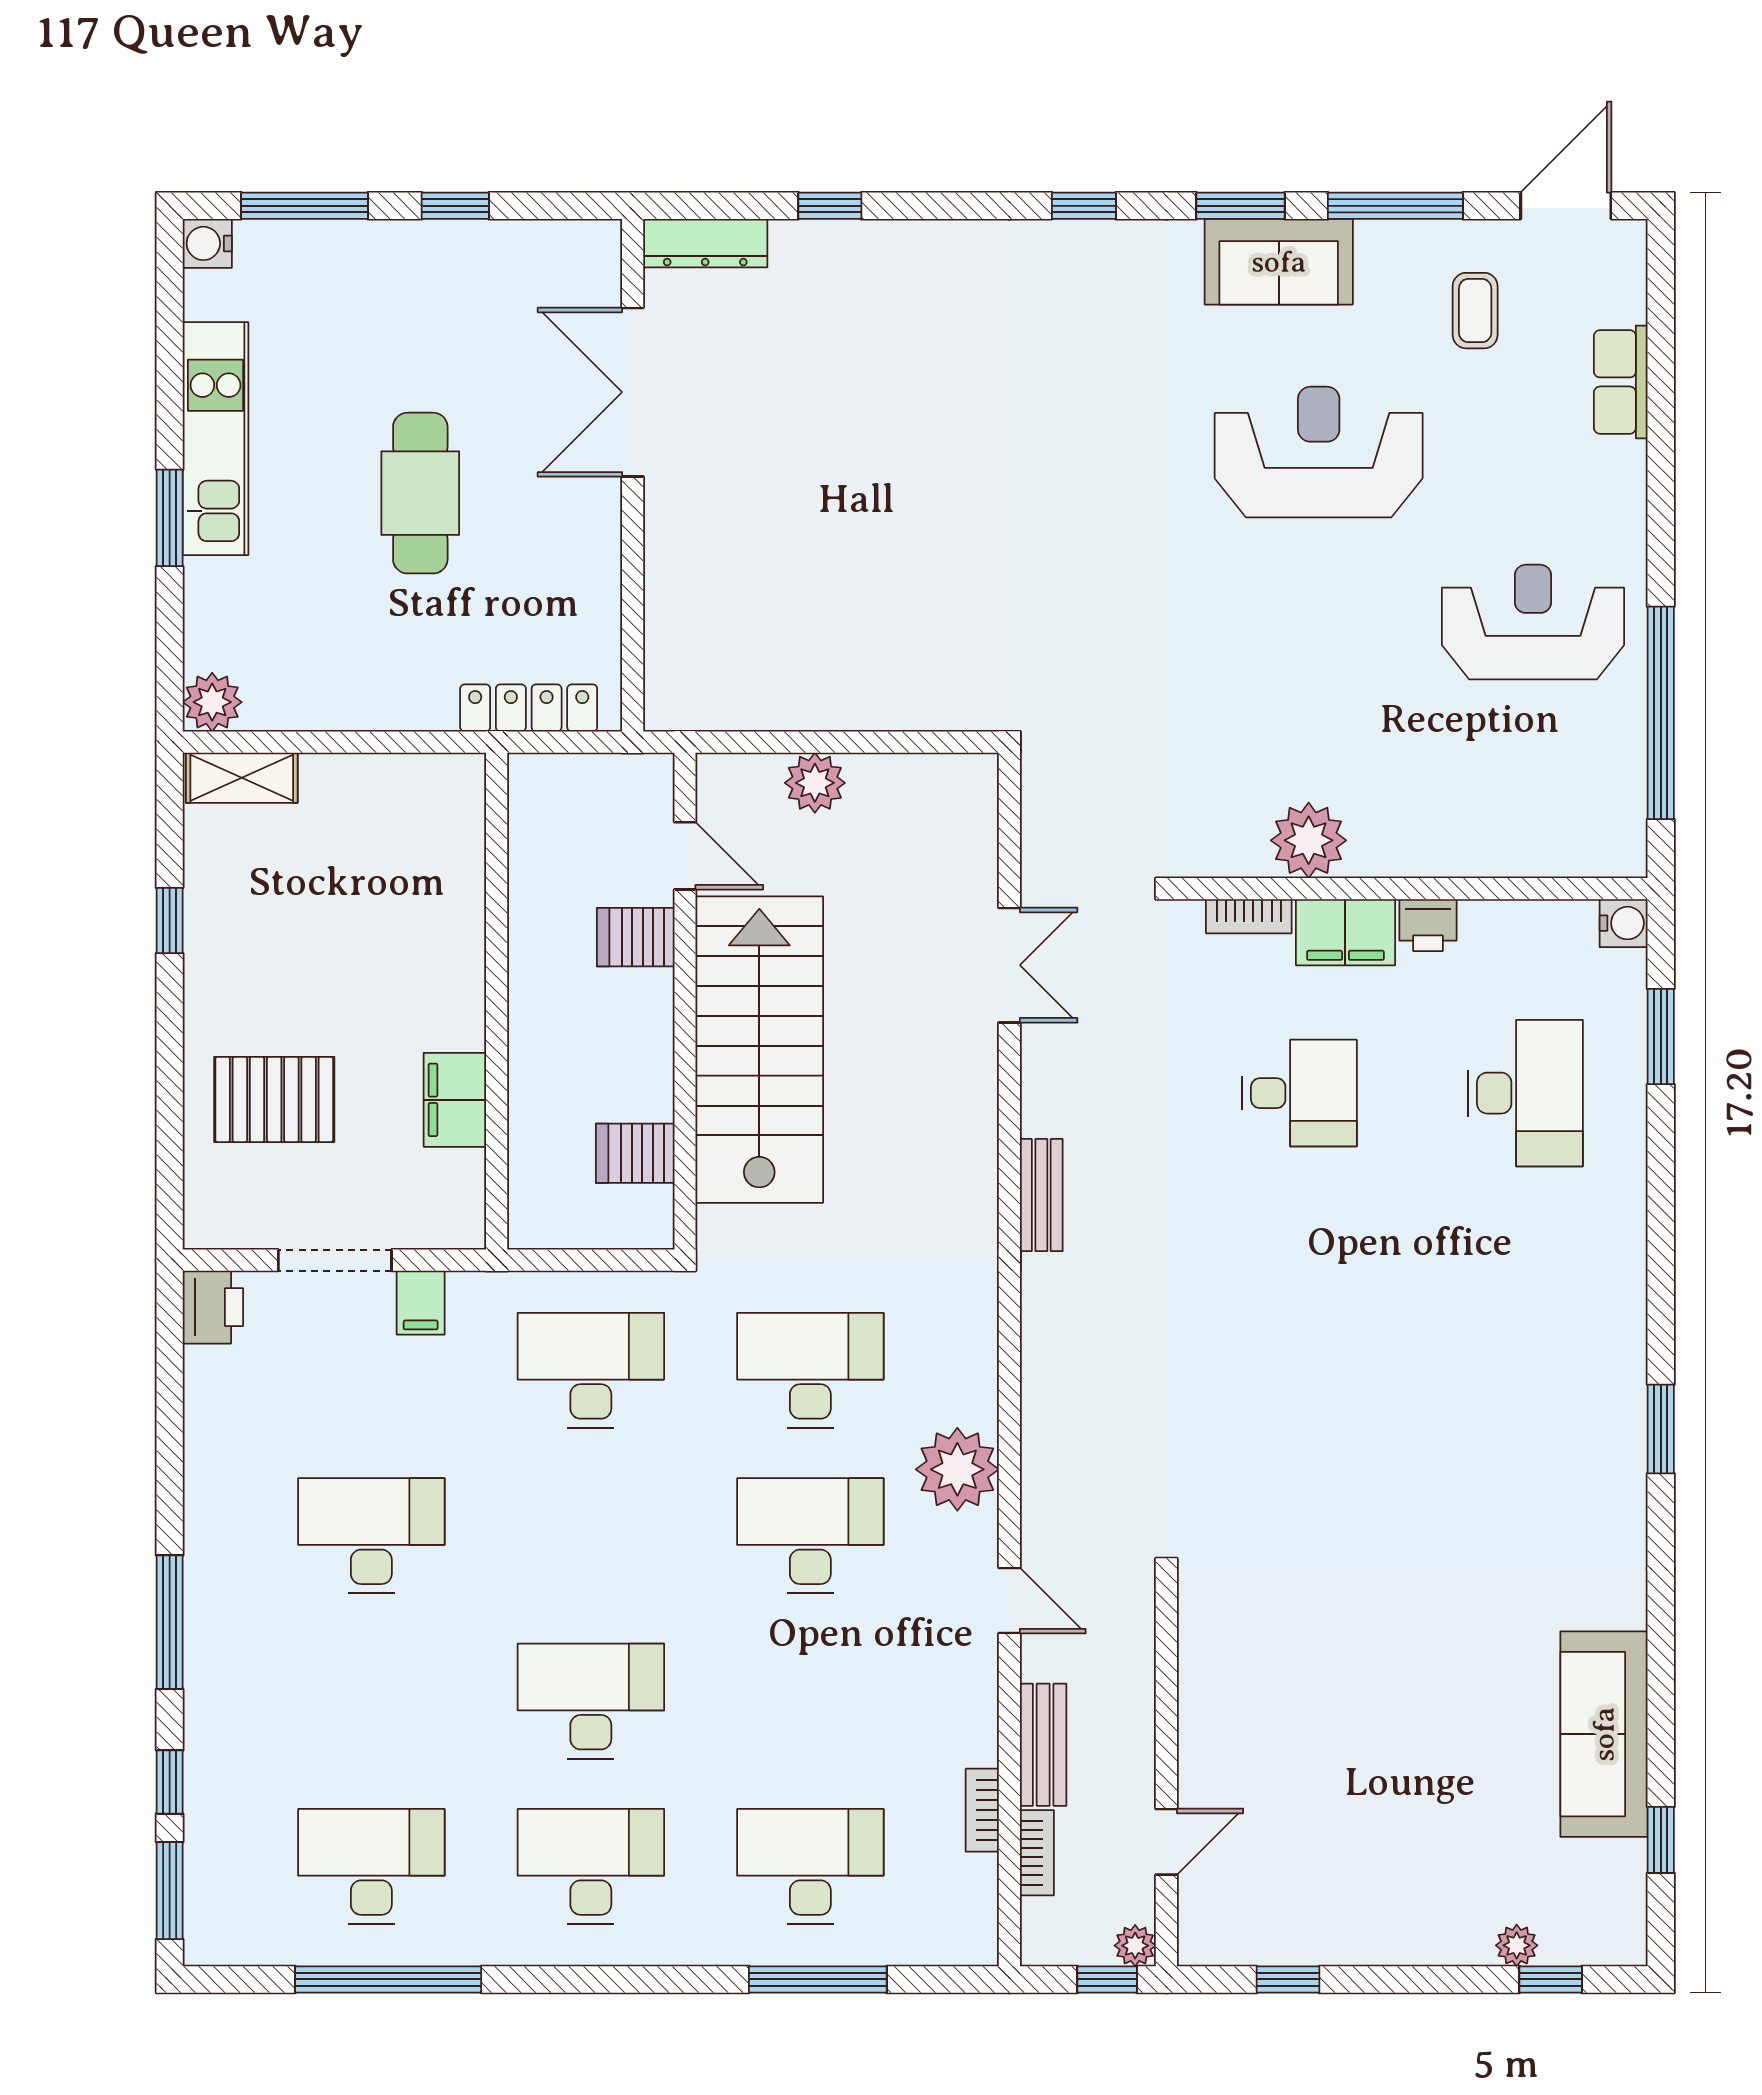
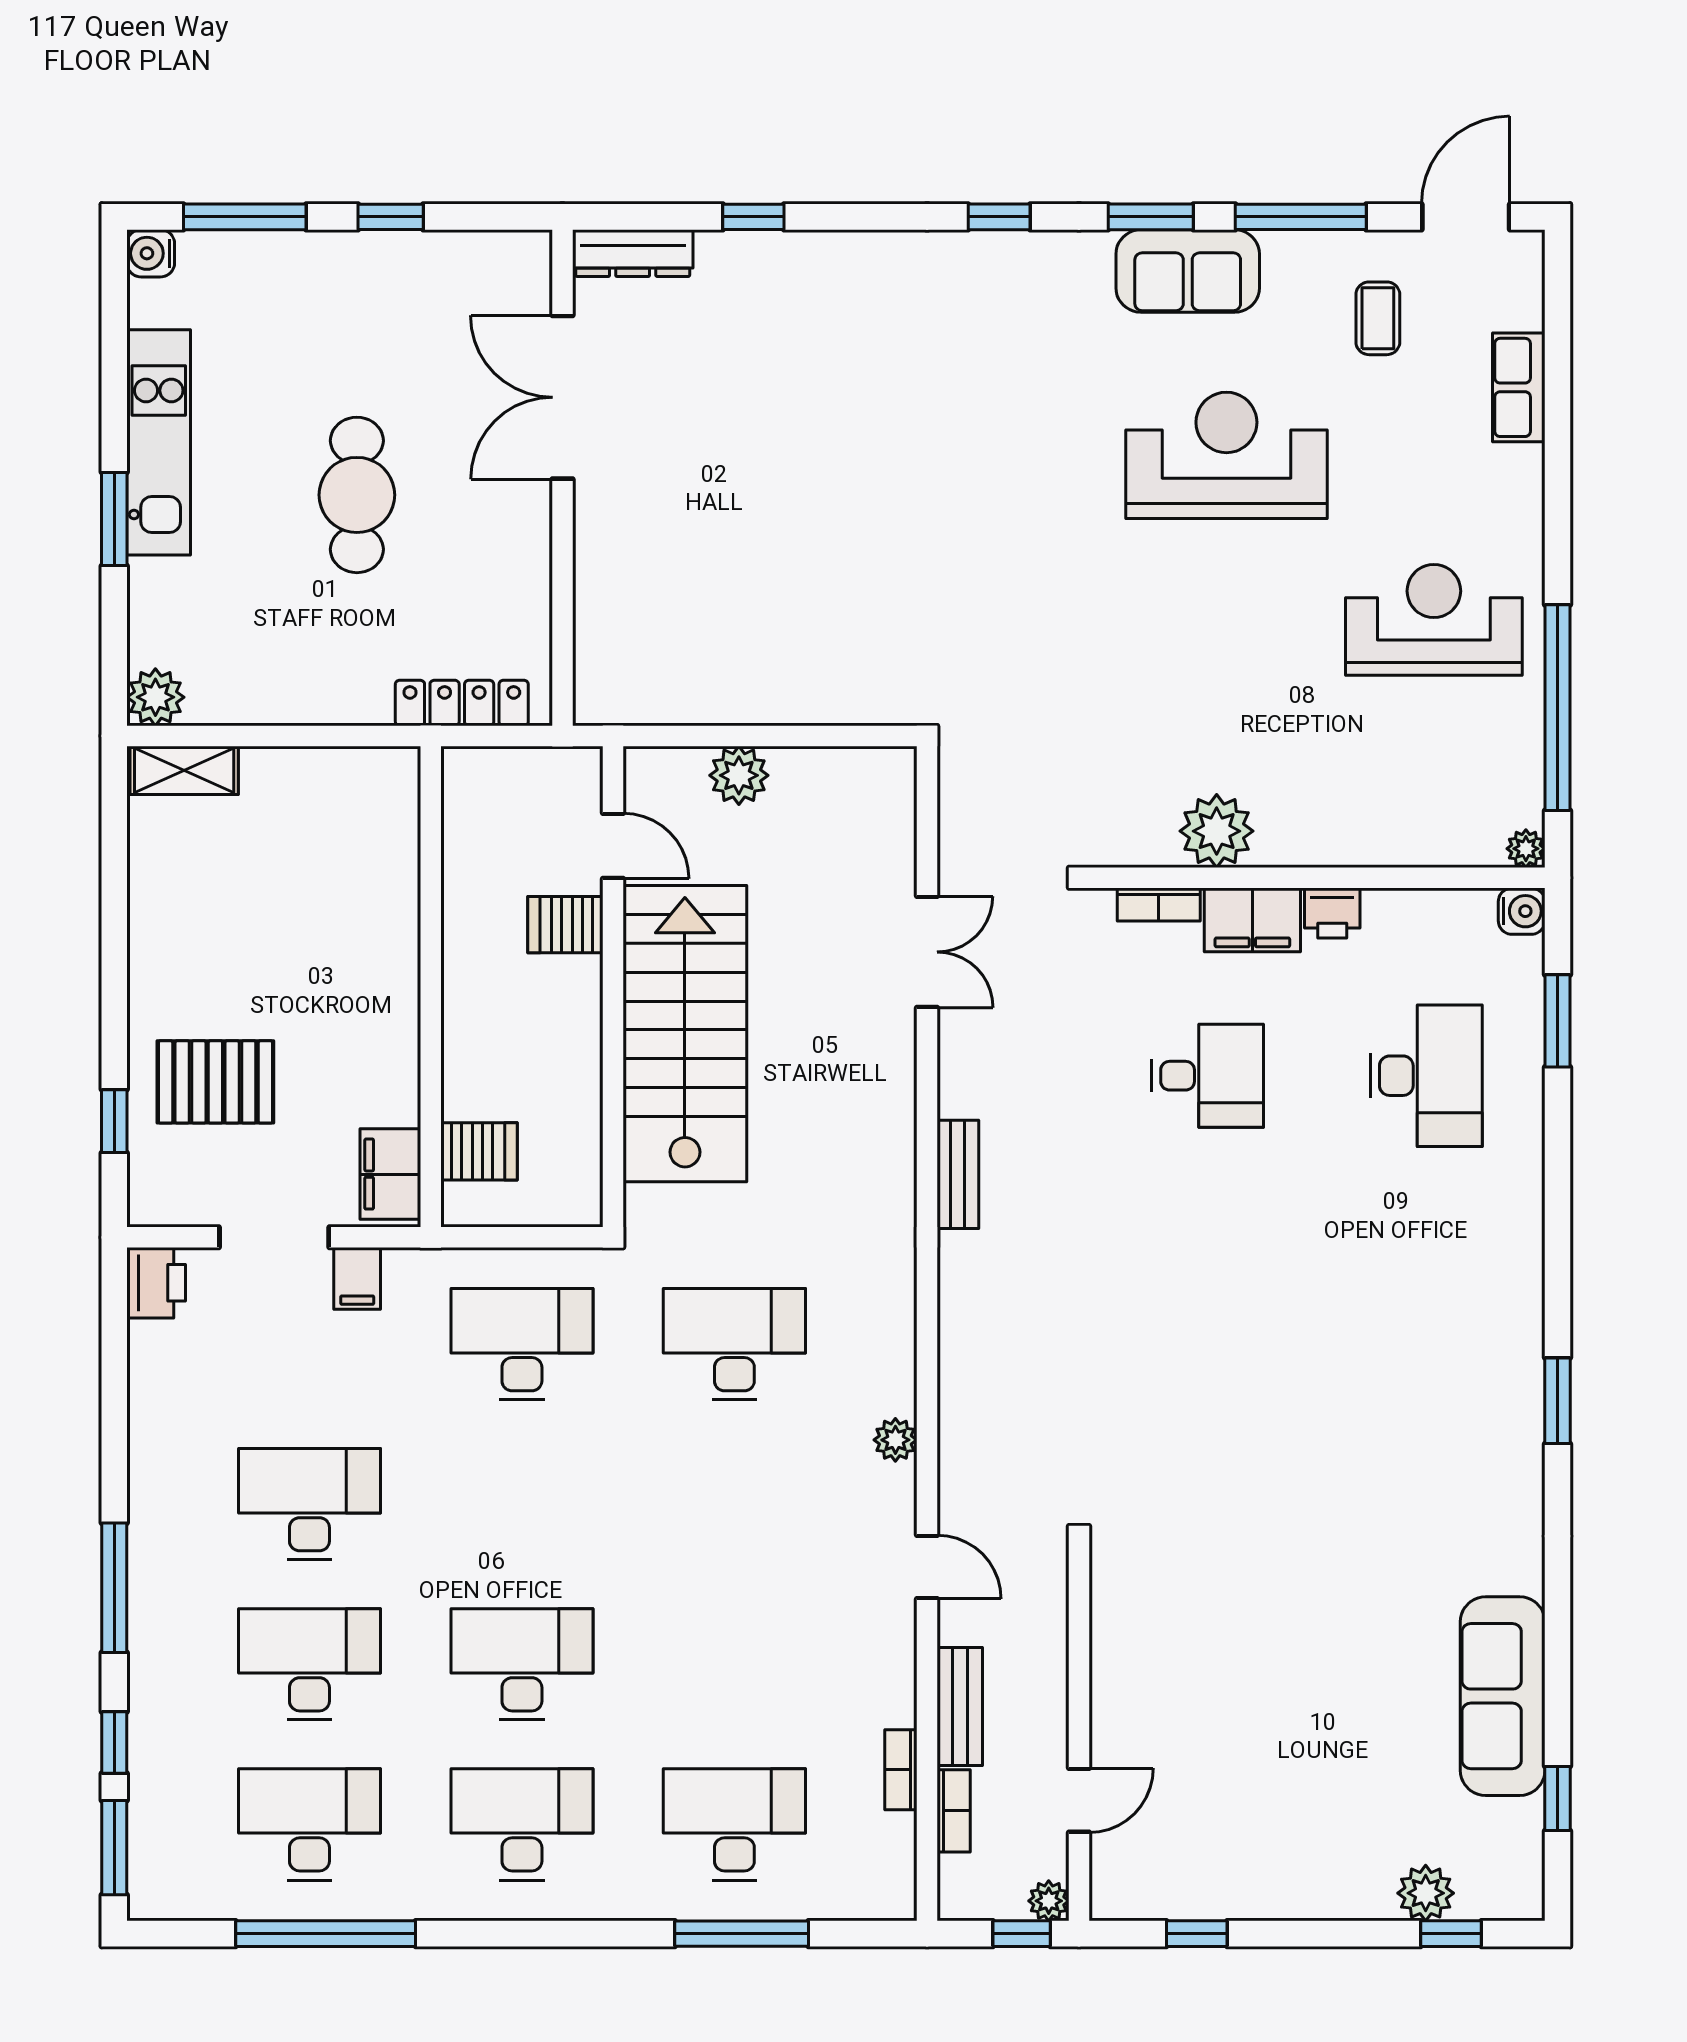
plant: (1628, 858) -> (1526, 849), added
window: (170, 921) -> (114, 1121), moved
filing cabinet: (455, 1100) -> (390, 1174), moved
server rack: (635, 1153) -> (479, 1151), moved, turned 180
plant: (957, 1469) -> (895, 1440), width x0.53, depth x0.53
desk: (810, 1536) -> (309, 1664), moved
plant: (1517, 1945) -> (1426, 1893), width x1.38, depth x1.38

